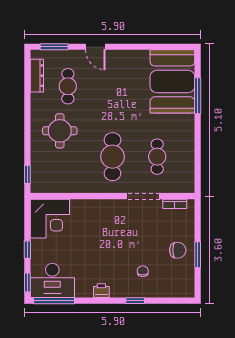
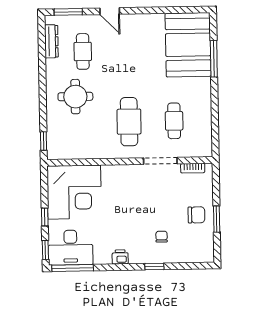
corner desk: (50, 219) -> (74, 192), width x1.36, depth x1.36

